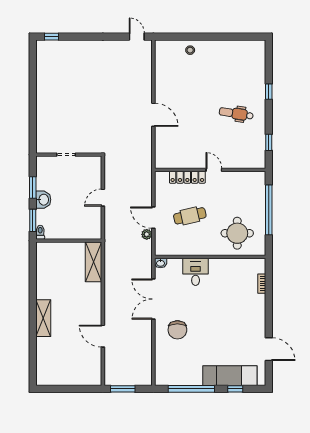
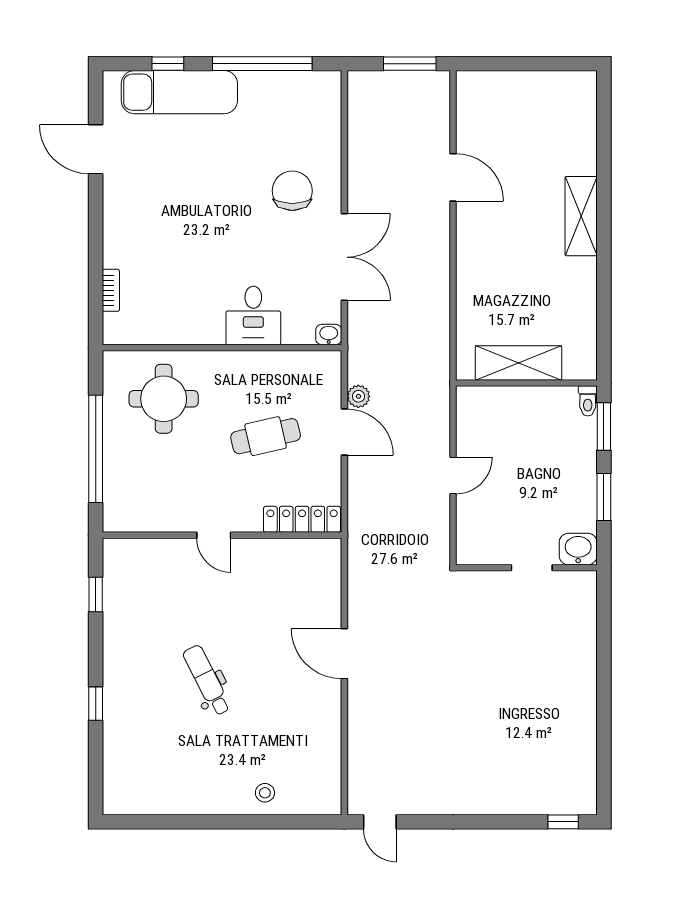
dental chair: (236, 114) -> (207, 680), moved, turned -126
locker: (187, 177) -> (302, 519), moved
washbasin: (43, 200) -> (578, 549), moved, turned 90
shelving: (93, 262) -> (518, 363), moved, turned 90

